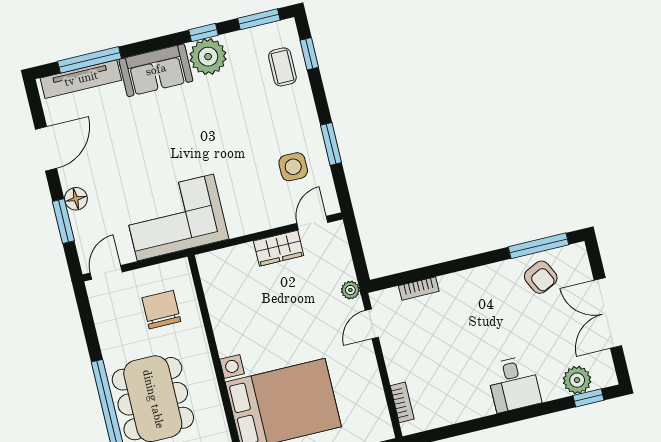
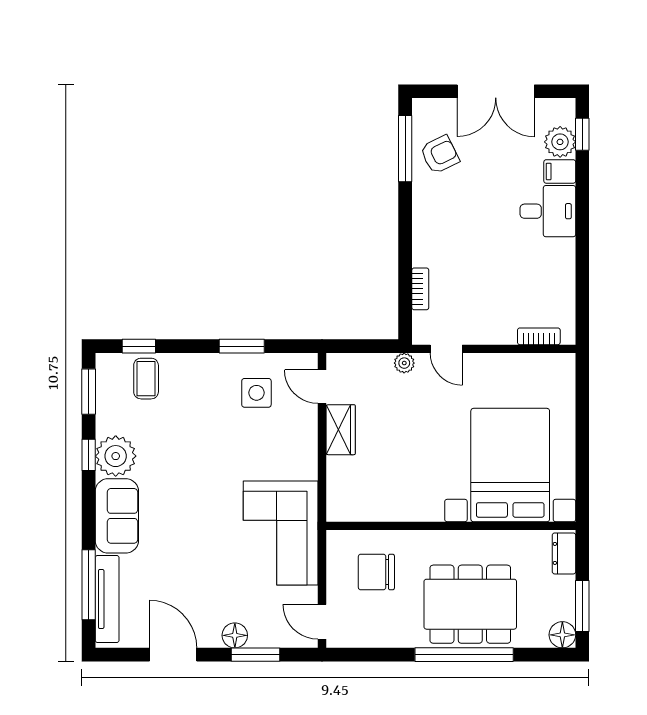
coffee table: (282, 67) -> (146, 379), turned 90
filing cabinet: (551, 386) -> (560, 171), added

